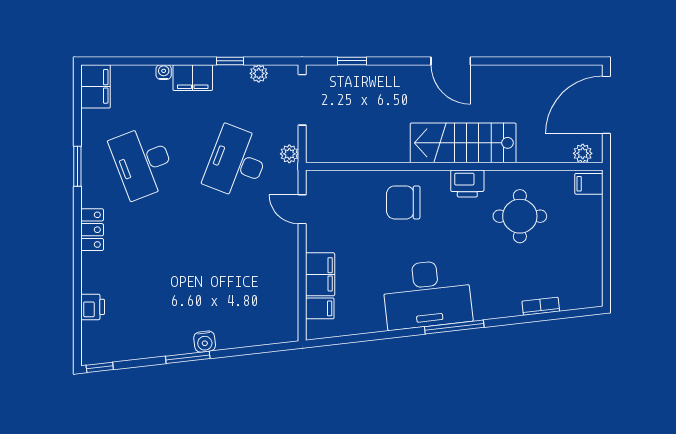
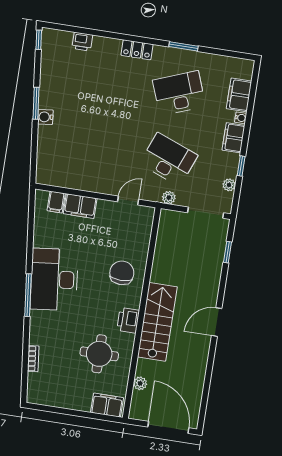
filing cabinet: (96, 86) -> (239, 95), moved, turned 90
plant: (583, 153) -> (140, 383), moved
filing cabinet: (589, 184) -> (107, 405), width x2.00

